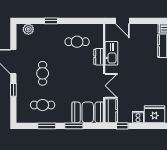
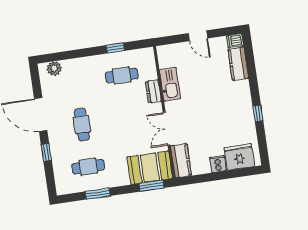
window: (51, 21) -> (115, 48), moved
door: (122, 21) -> (198, 36), moved
double door: (104, 86) -> (167, 129), swing flipped
window: (74, 126) -> (152, 186), moved
window: (122, 126) -> (198, 179), removed

